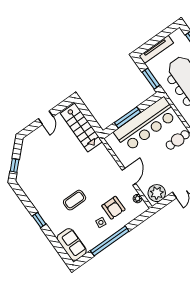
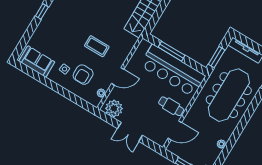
coffee table: (75, 200) -> (97, 46), moved
window: (110, 241) -> (51, 85), removed
sofa: (72, 245) -> (37, 61), moved, turned -90

